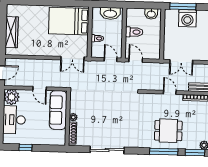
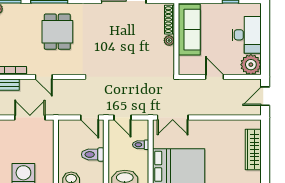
double door: (72, 58) -> (173, 117), swing flipped
sofa: (58, 110) -> (189, 30), moved
dining table: (168, 131) -> (57, 32), moved, turned 90

